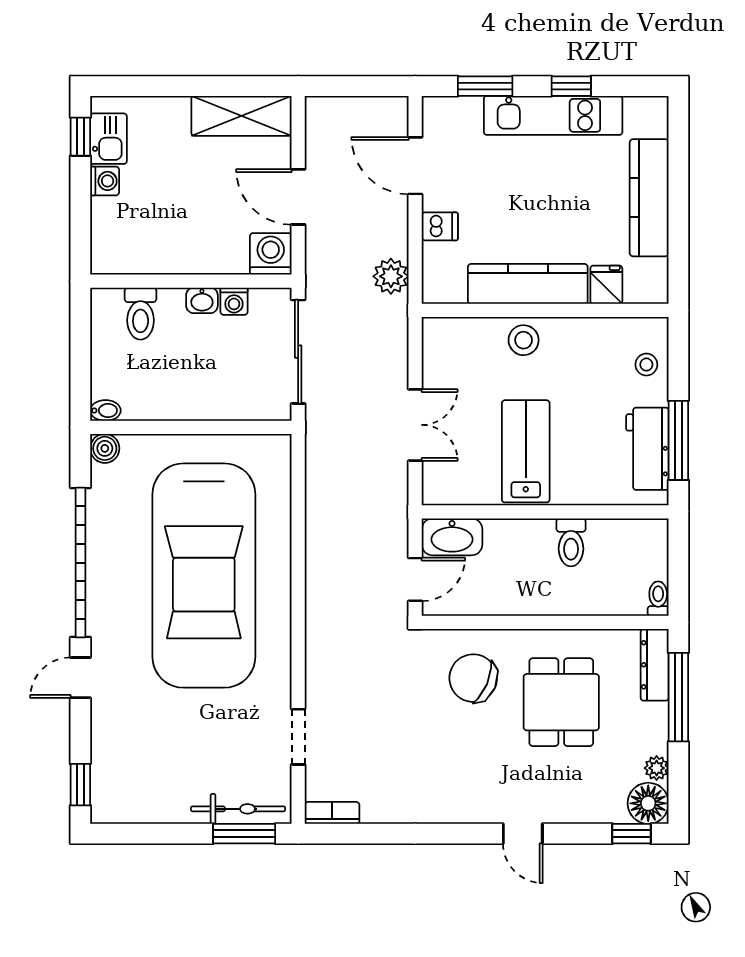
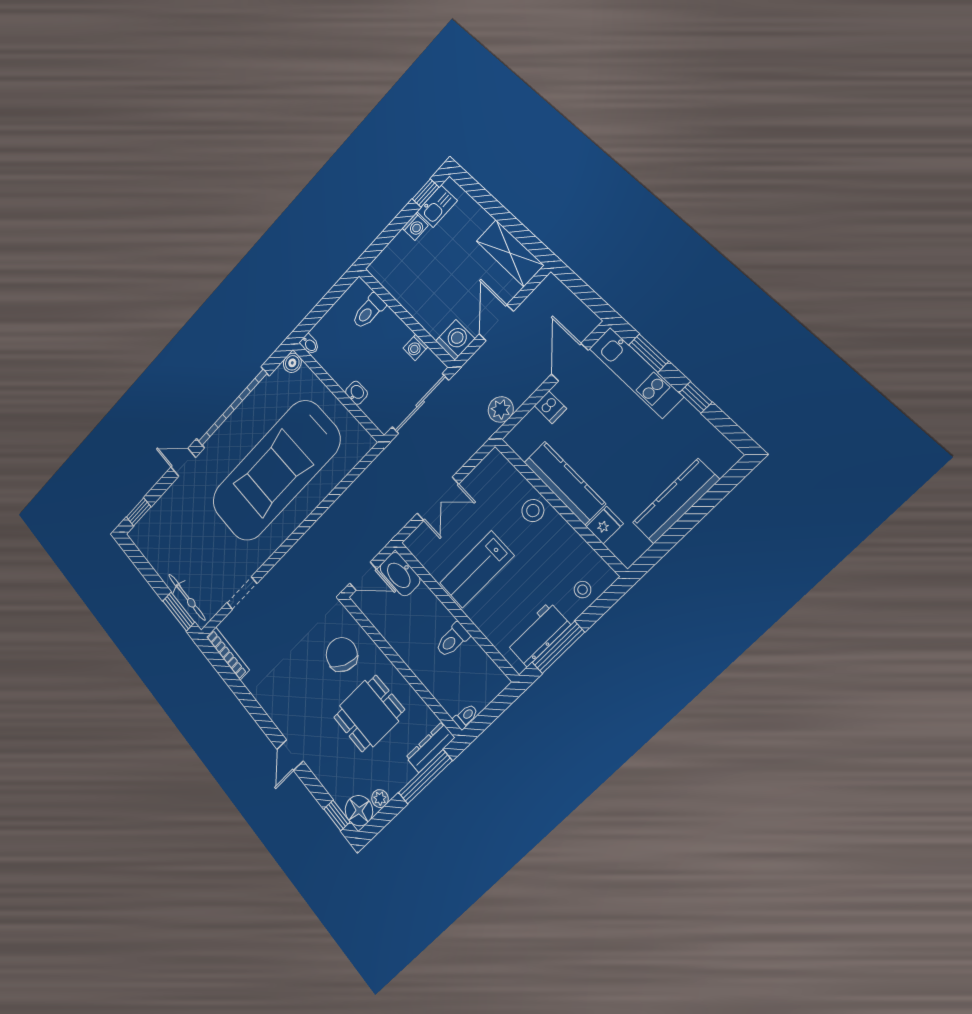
kitchen unit: (553, 115) -> (636, 372), moved
washbasin: (202, 300) -> (356, 393), moved, turned 180
lab bench: (526, 451) -> (477, 569), turned 180
bookcase: (332, 813) -> (228, 653), width x1.56

